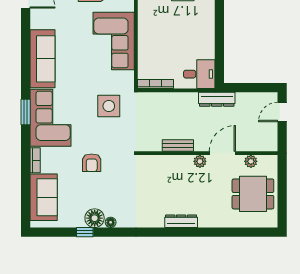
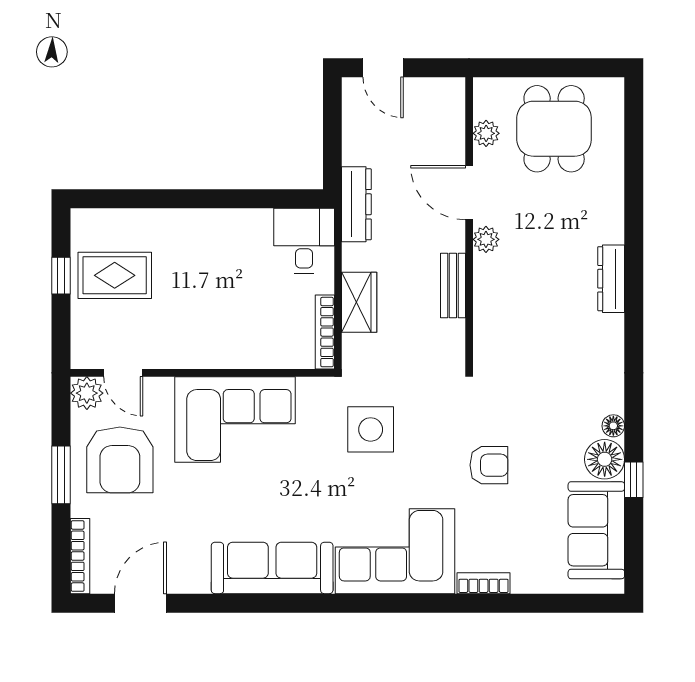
wardrobe: (170, 101) -> (359, 302), added
window: (26, 112) -> (383, 603), removed
sofa: (44, 197) -> (596, 530), moved, turned -90

